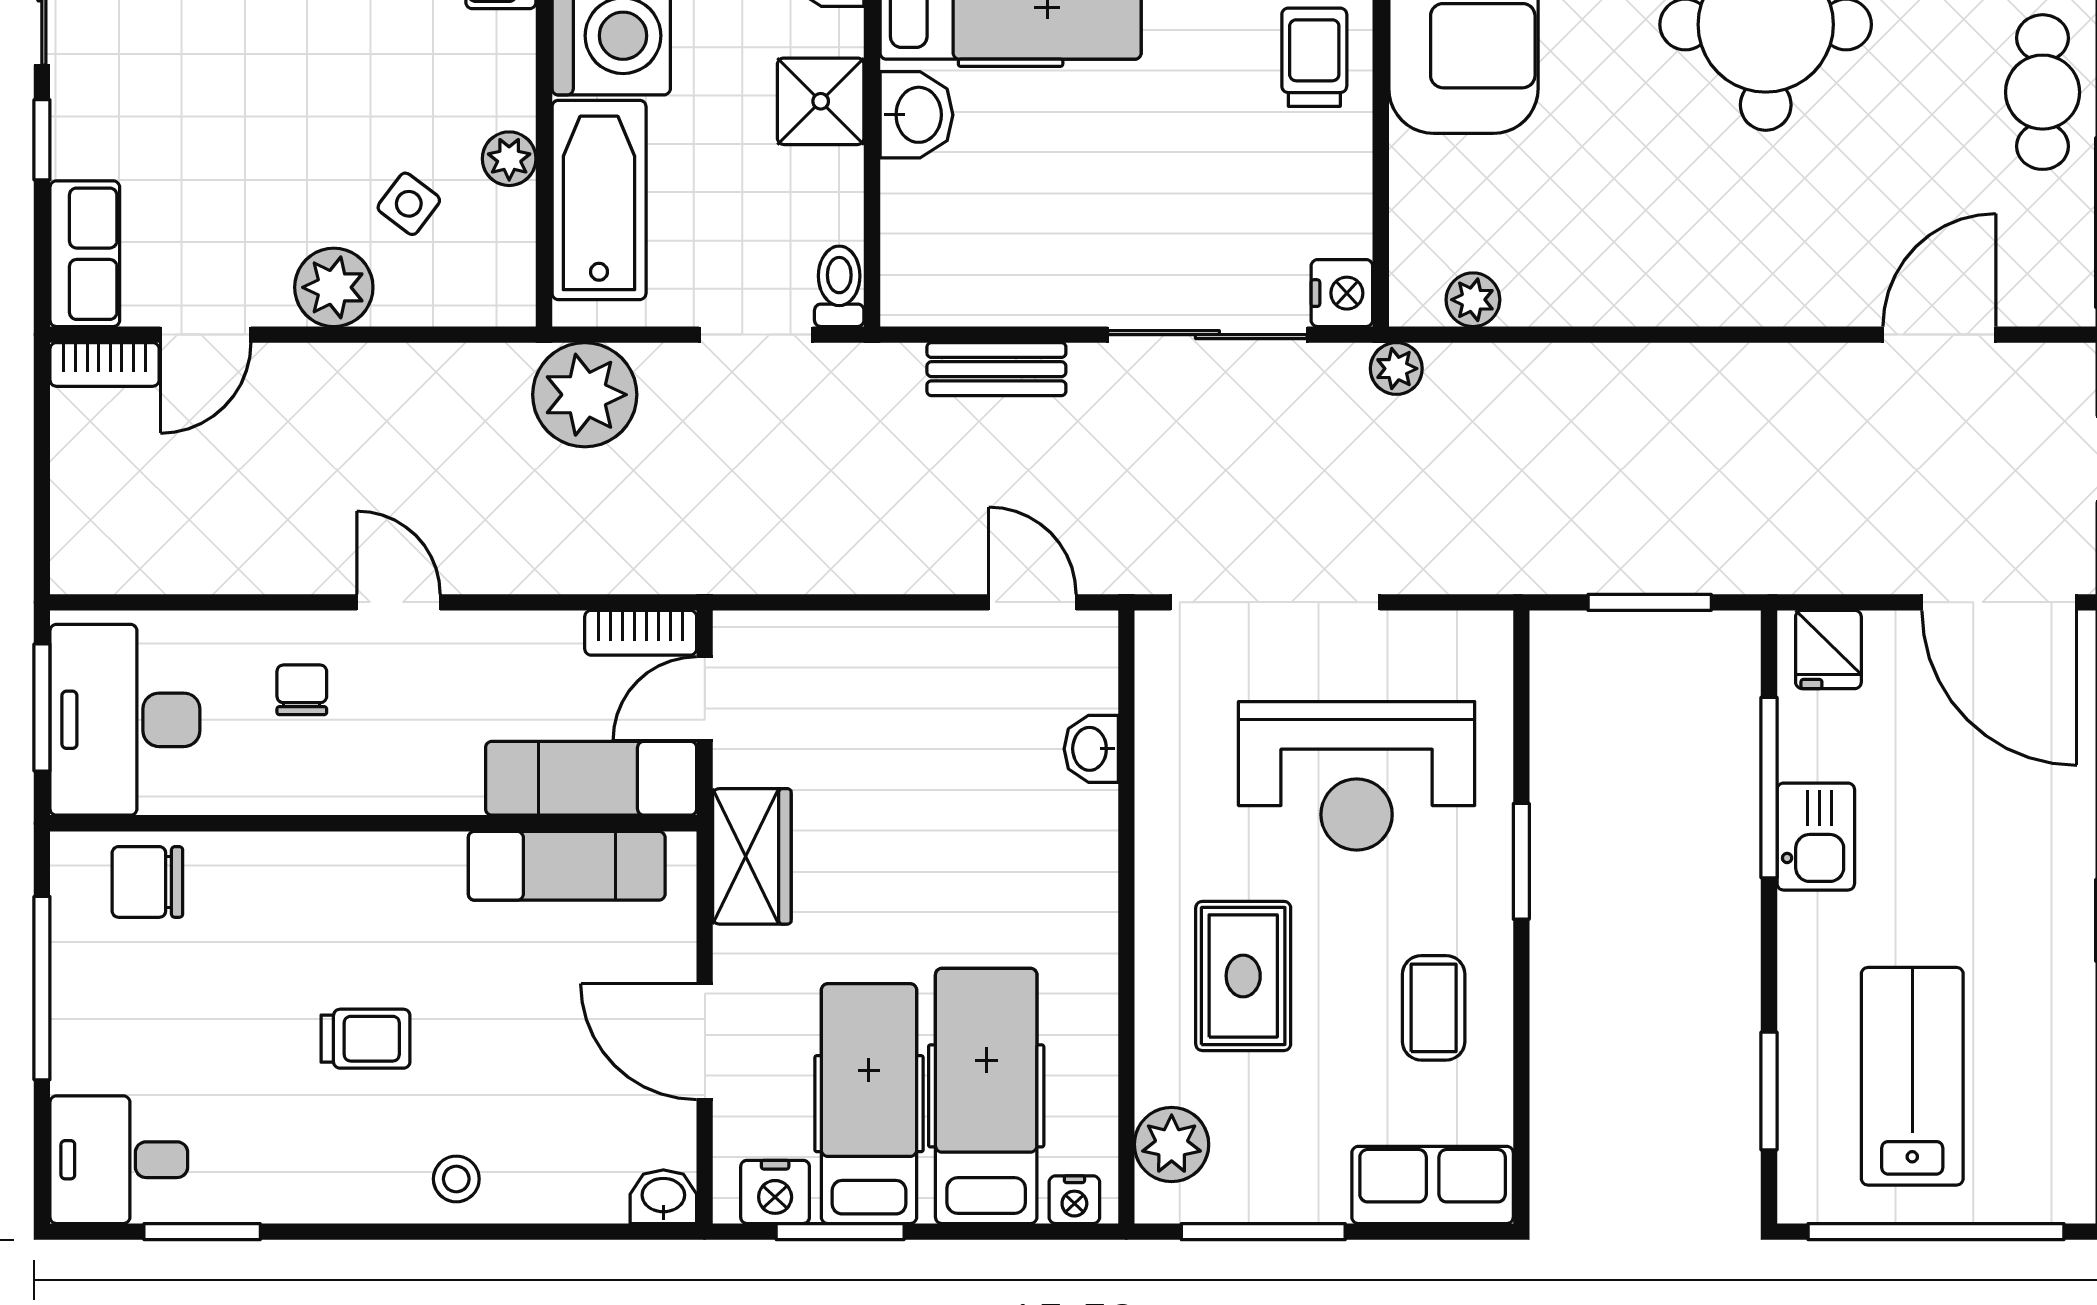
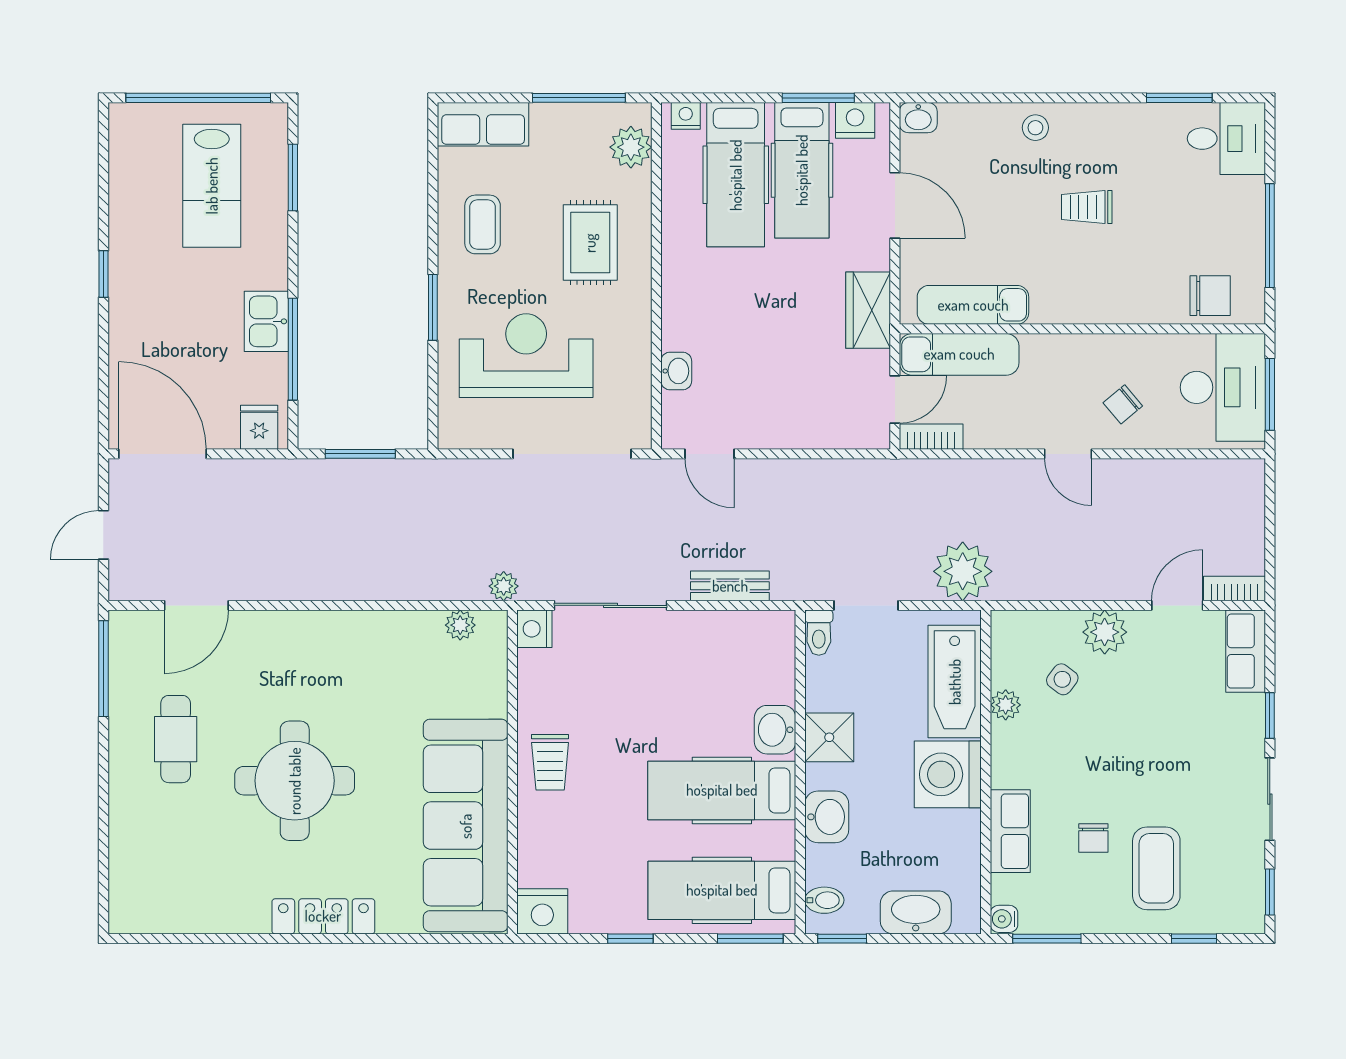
cafe table: (2043, 92) -> (176, 739), moved
chair: (302, 690) -> (1123, 404), turned 50

